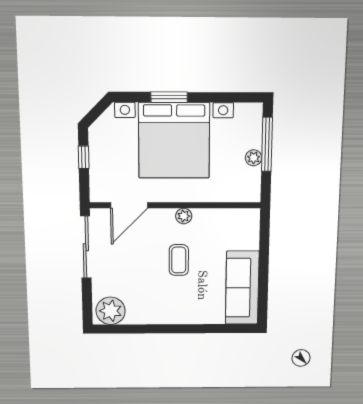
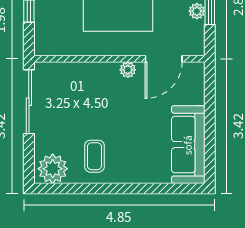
door: (129, 205) -> (164, 59), moved
coffee table: (179, 260) -> (94, 156), moved

